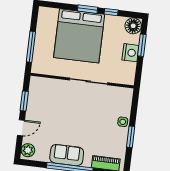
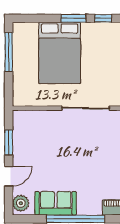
bed: (79, 36) -> (60, 53), width x0.73
window: (31, 47) -> (9, 52), moved
sofa: (67, 155) -> (56, 203), moved

